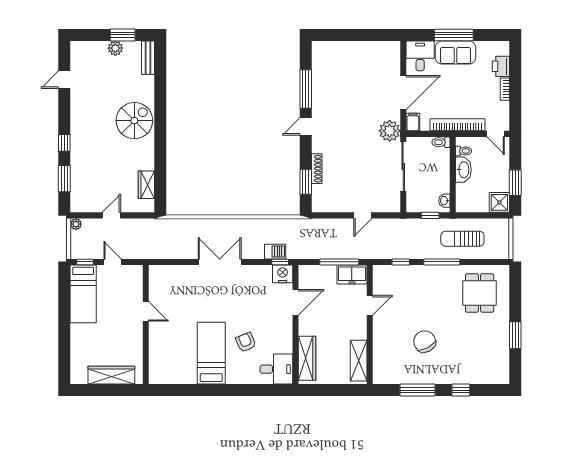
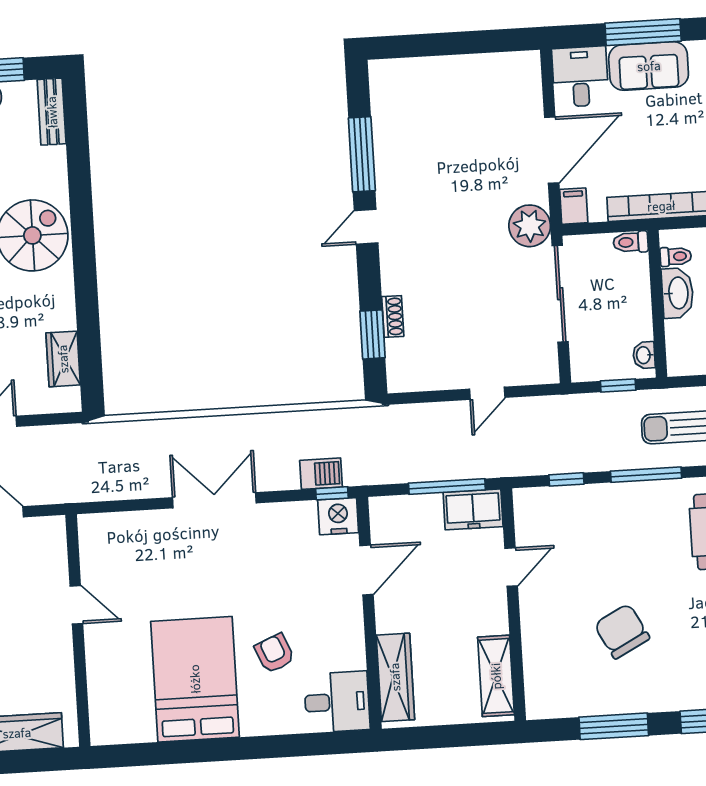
shoe rack: (317, 169) -> (393, 317), width x0.70
bed: (211, 353) -> (195, 679), width x1.50

